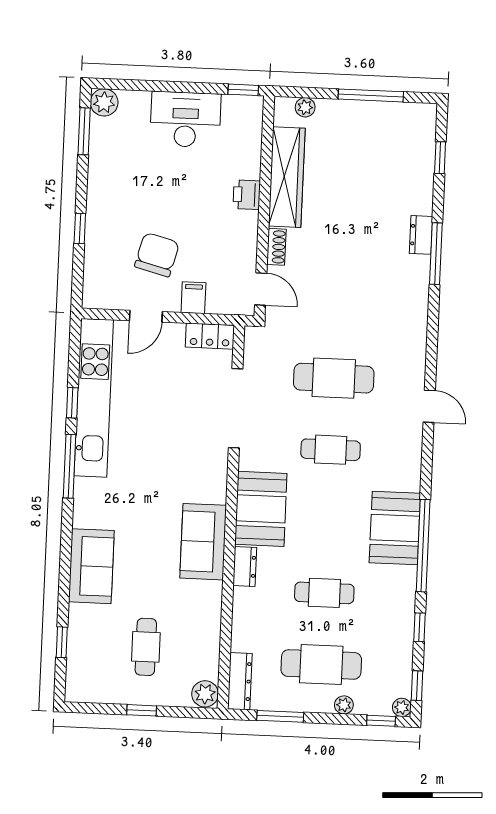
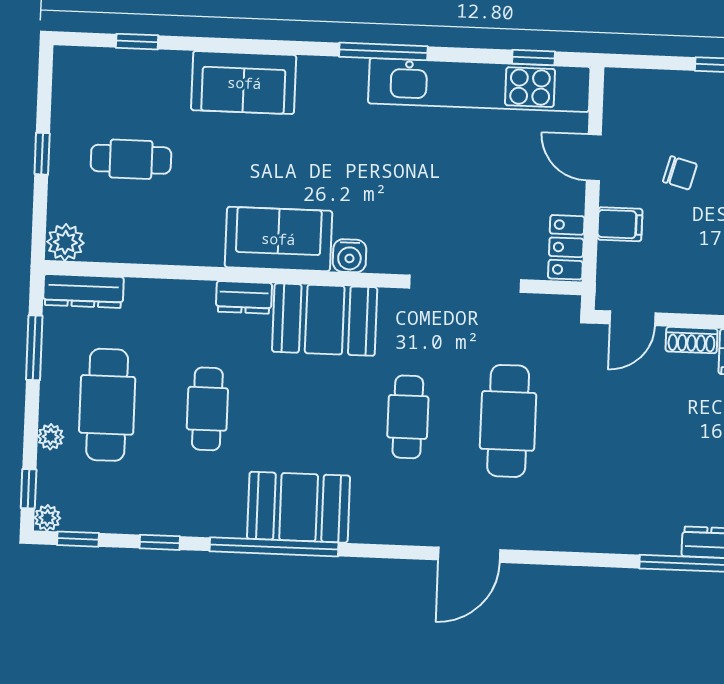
chair: (157, 255) -> (680, 173), width x0.54, depth x0.54
window: (72, 403) -> (534, 57), moved
door: (429, 406) -> (469, 555), width x1.38
water cooler: (215, 491) -> (350, 256), added

